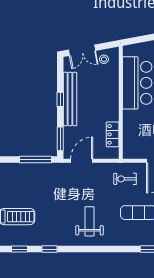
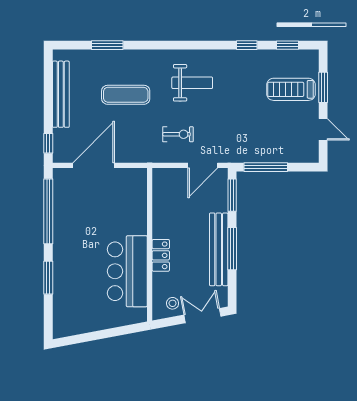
window: (60, 99) -> (232, 249), width x2.17
locker: (113, 134) -> (161, 255), moved
exercise bike: (125, 179) -> (178, 134), moved
weight bench: (89, 221) -> (192, 83), turned -90

